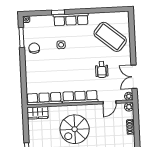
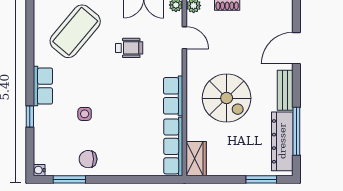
row of seats: (71, 19) -> (43, 86), width x0.68
row of seats: (80, 97) -> (173, 96), width x0.68

